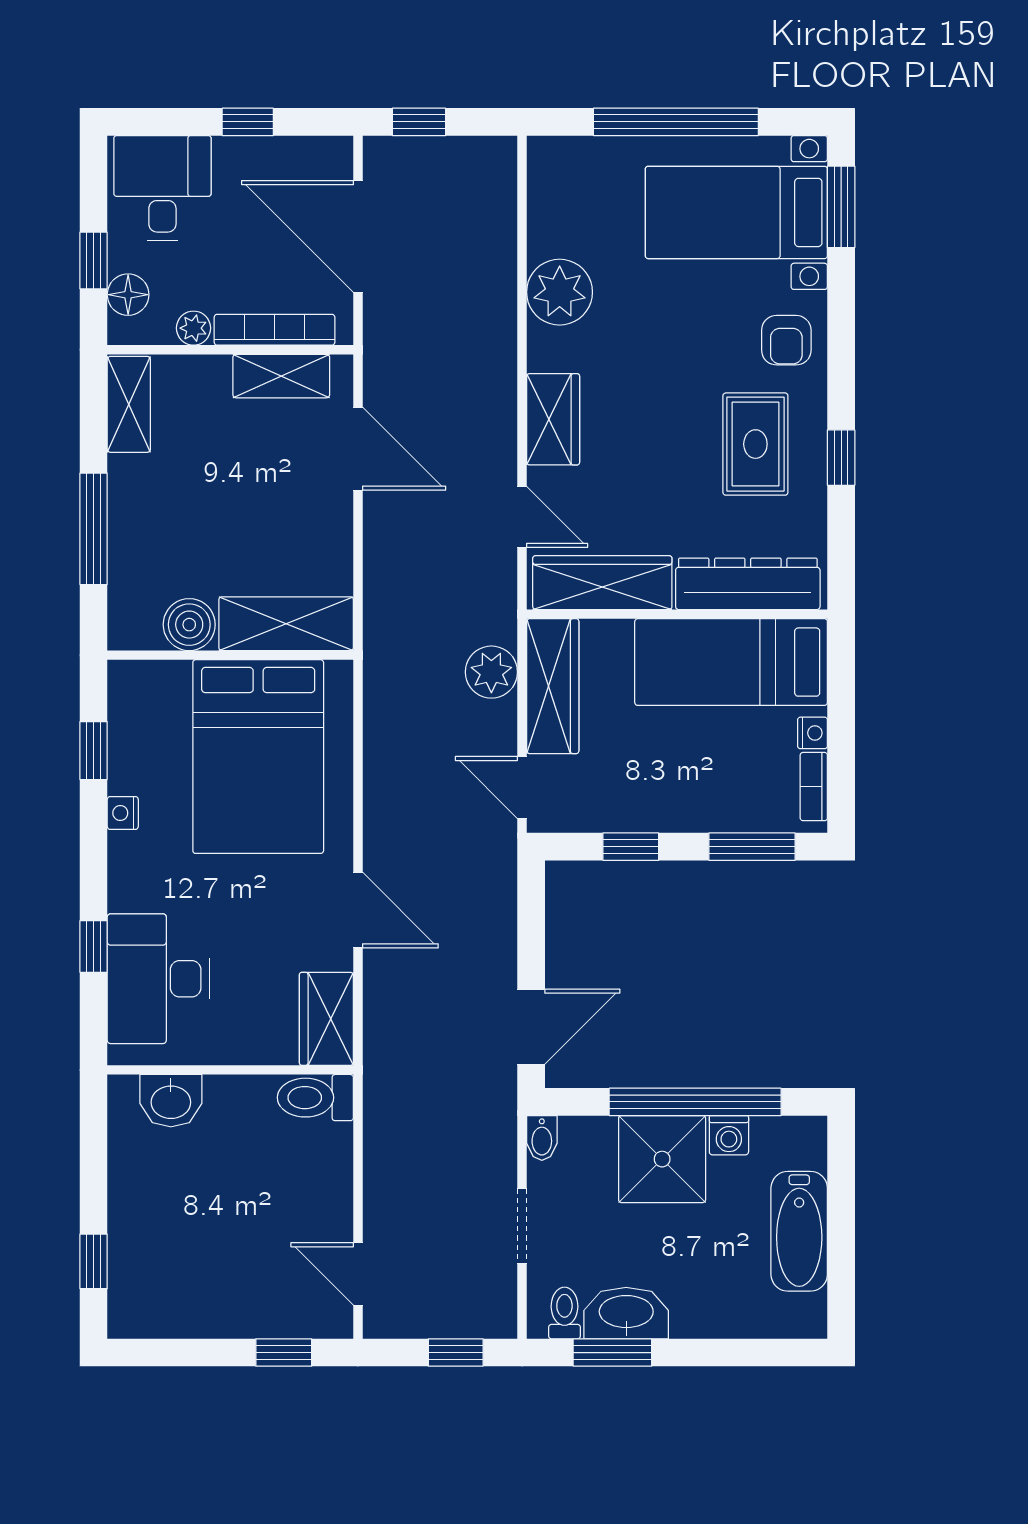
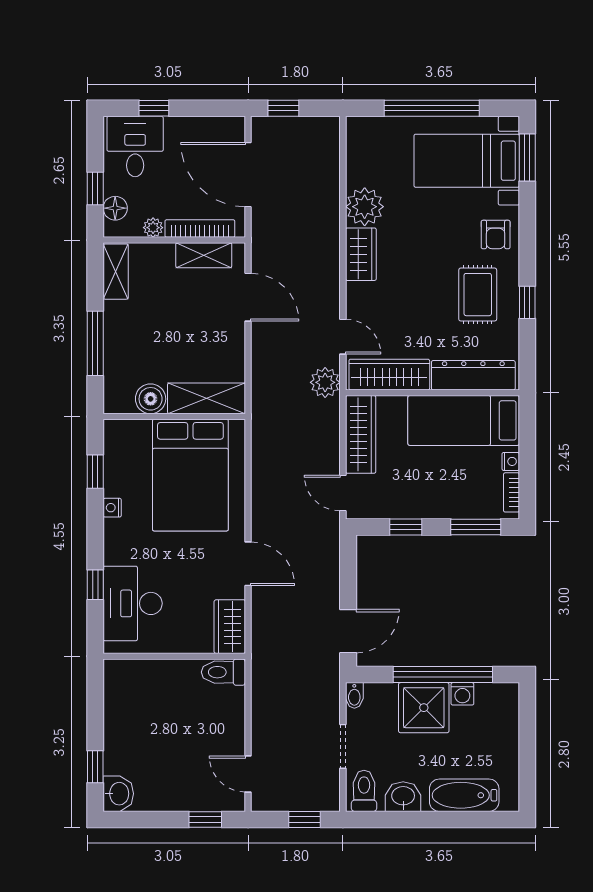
window: (248, 122) -> (154, 108), moved
wardrobe: (553, 419) -> (361, 254), moved
plant: (491, 672) -> (325, 382), moved
washbasin: (171, 1101) -> (118, 794), moved, turned -90
bathtub: (799, 1231) -> (464, 795), moved, turned 90
toilet: (564, 1313) -> (364, 791), width x1.37, depth x1.39
washbasin: (626, 1313) -> (403, 797), width x0.72
window: (612, 1353) -> (395, 819), removed

